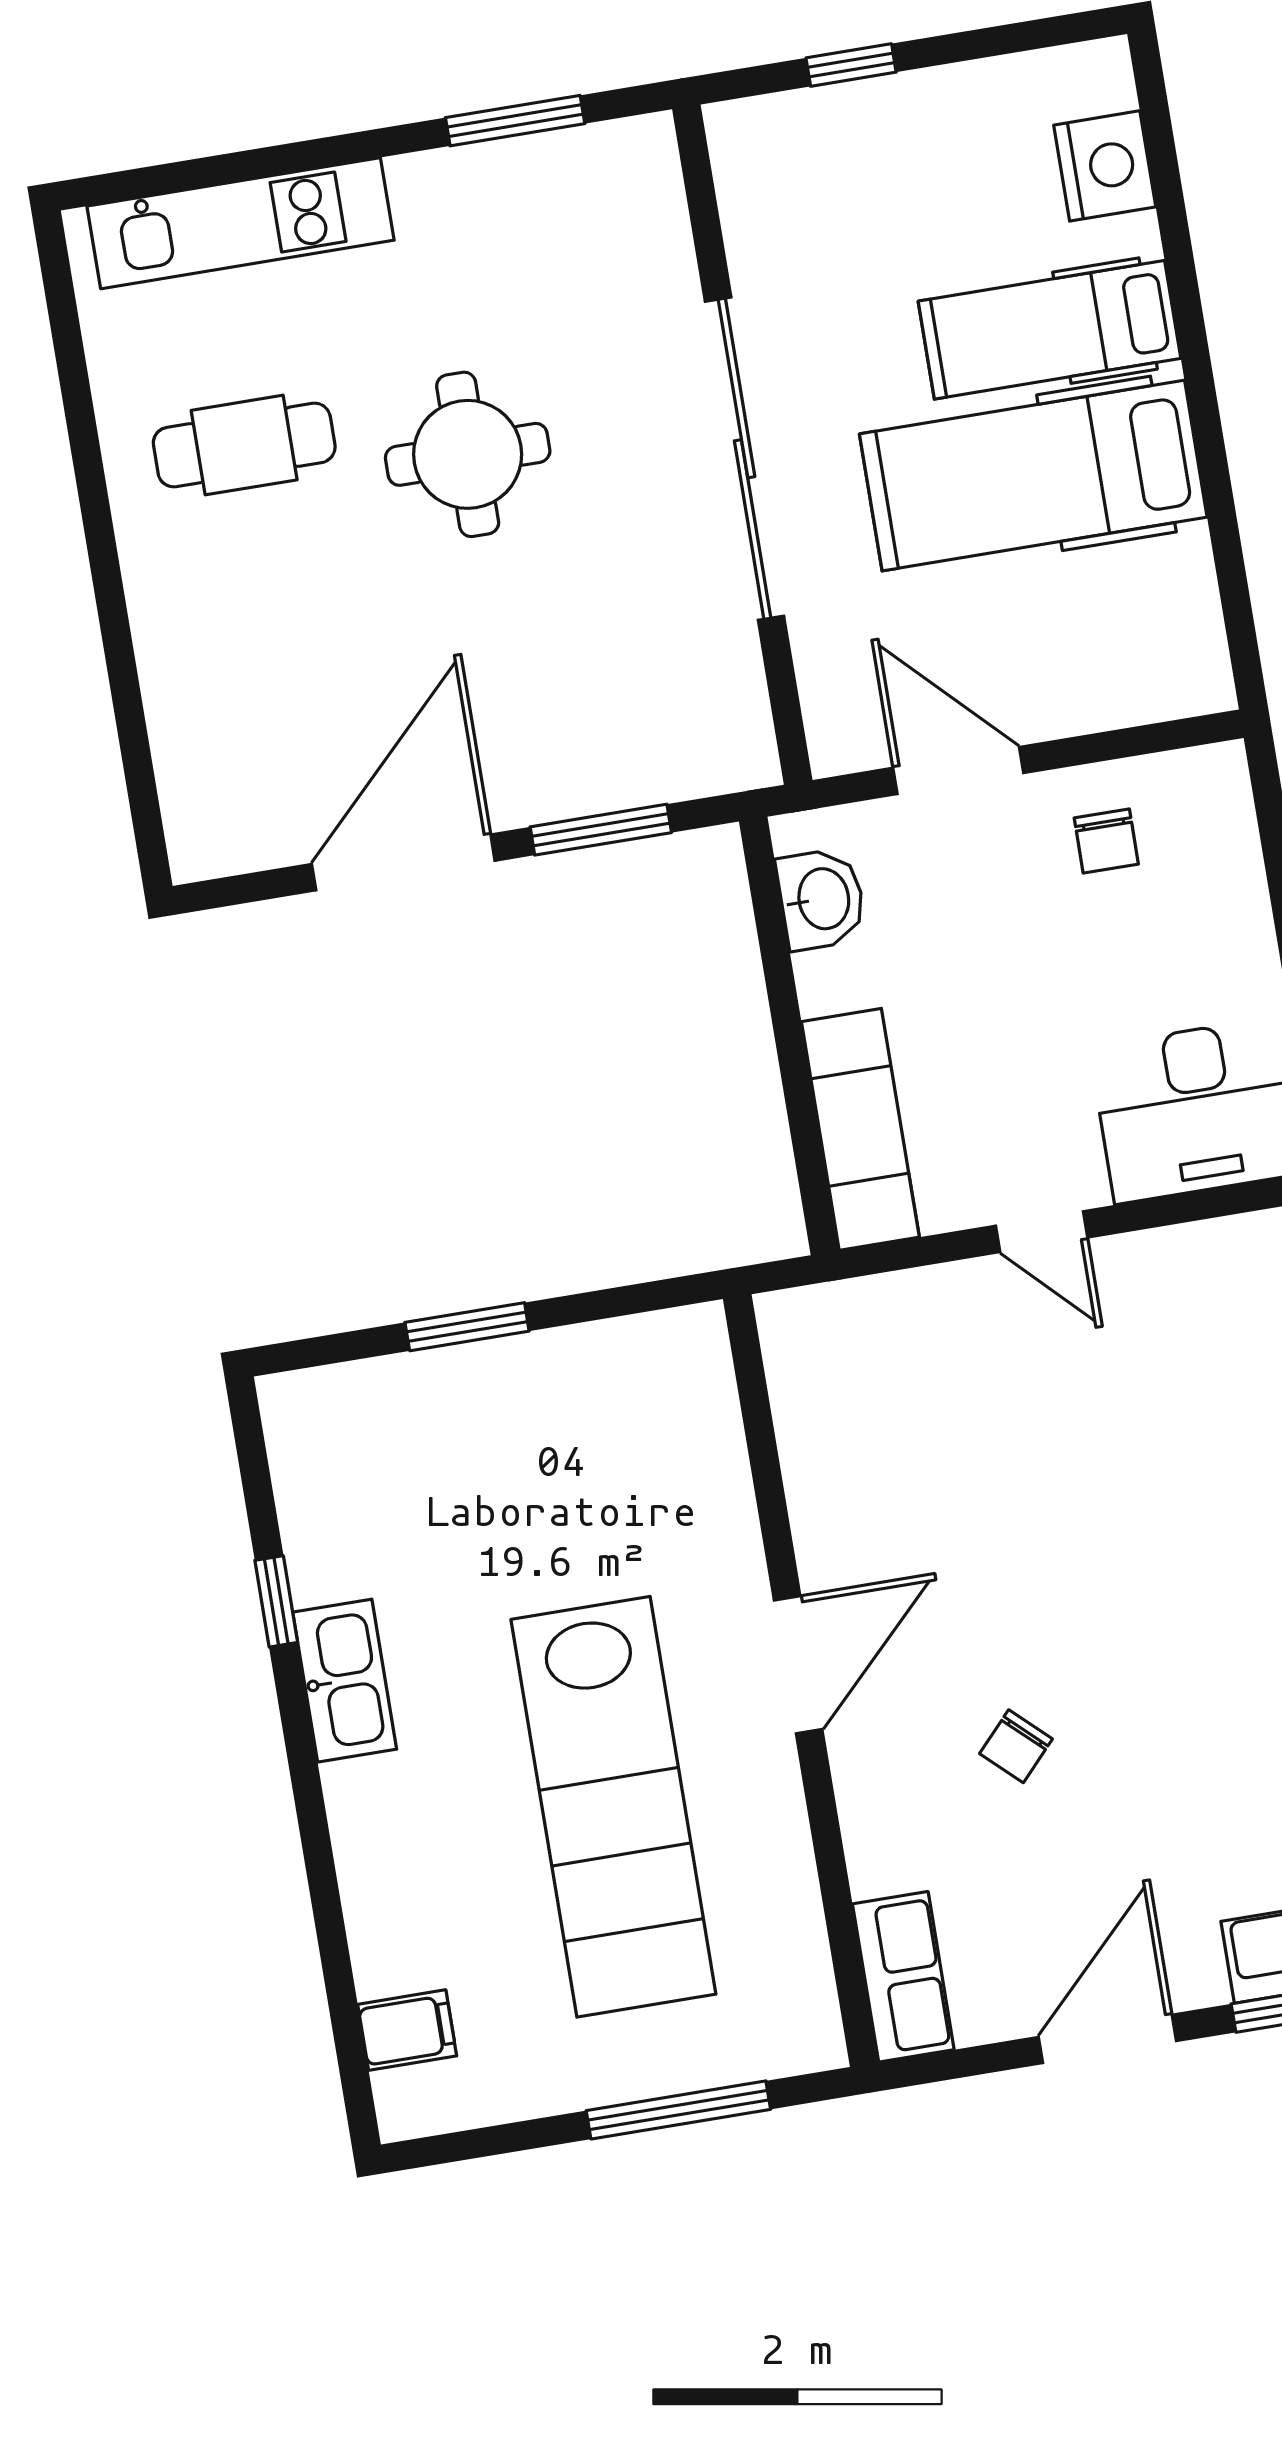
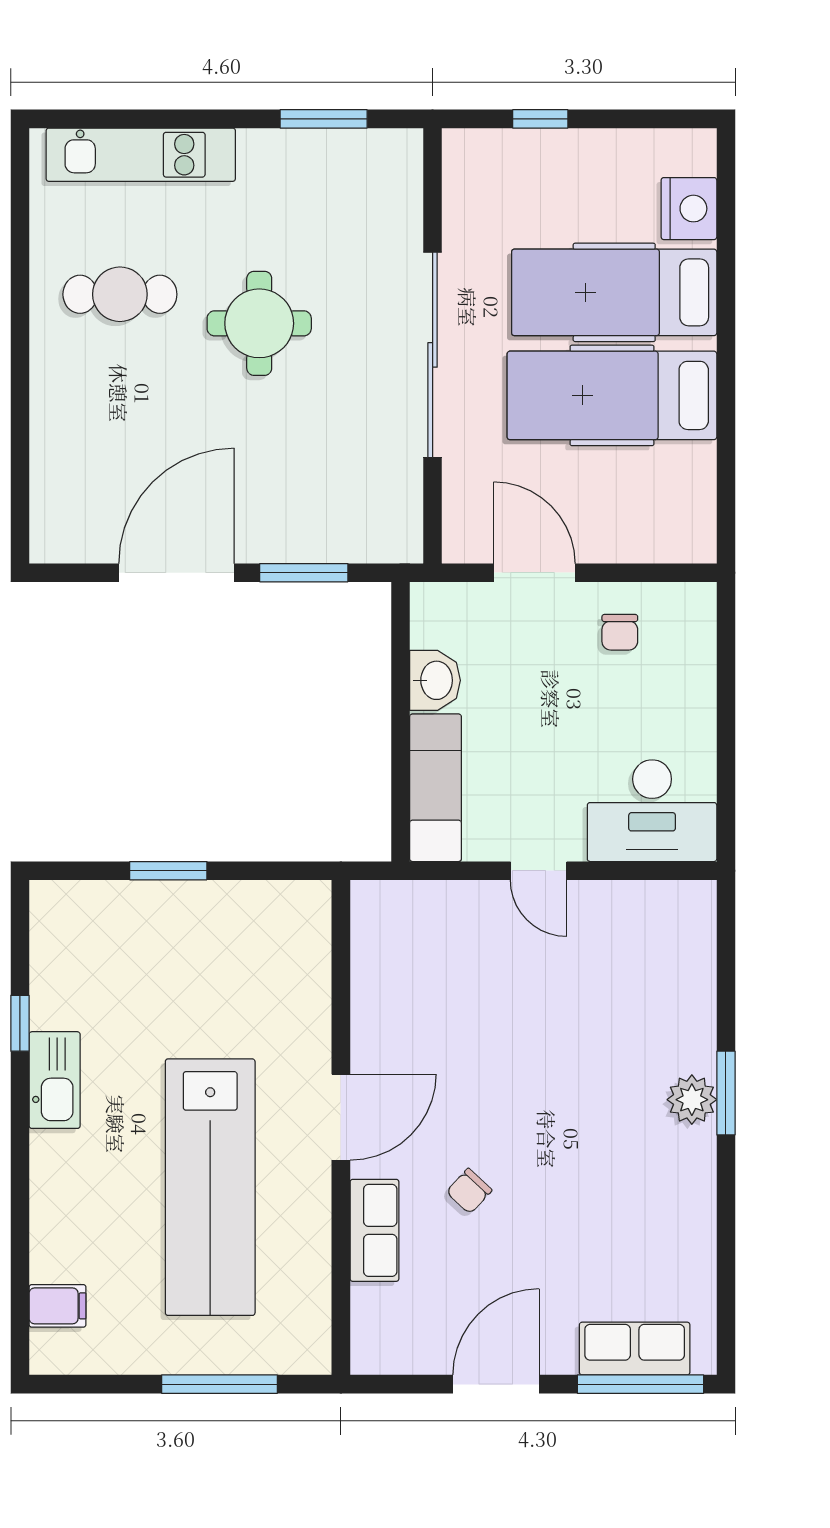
hospital bed: (1050, 330) -> (614, 292), width x1.37, depth x1.29
washbasin: (821, 899) -> (435, 680), moved
row of seats: (903, 1977) -> (374, 1230), moved

